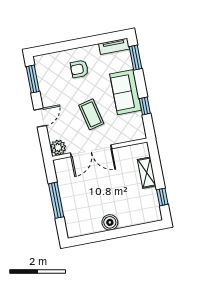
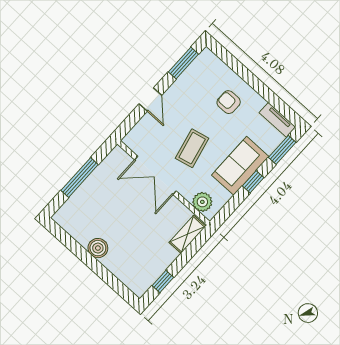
window: (145, 106) -> (253, 182), moved
door: (40, 118) -> (150, 99), hinge flipped
plant: (58, 147) -> (202, 202), moved
shelving: (147, 173) -> (187, 234), moved

